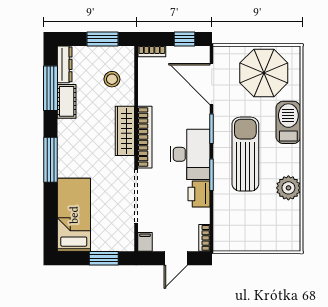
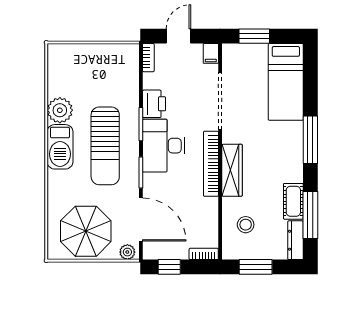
plant: (224, 53) -> (127, 252), added
barbecue: (288, 122) -> (60, 147), moved

